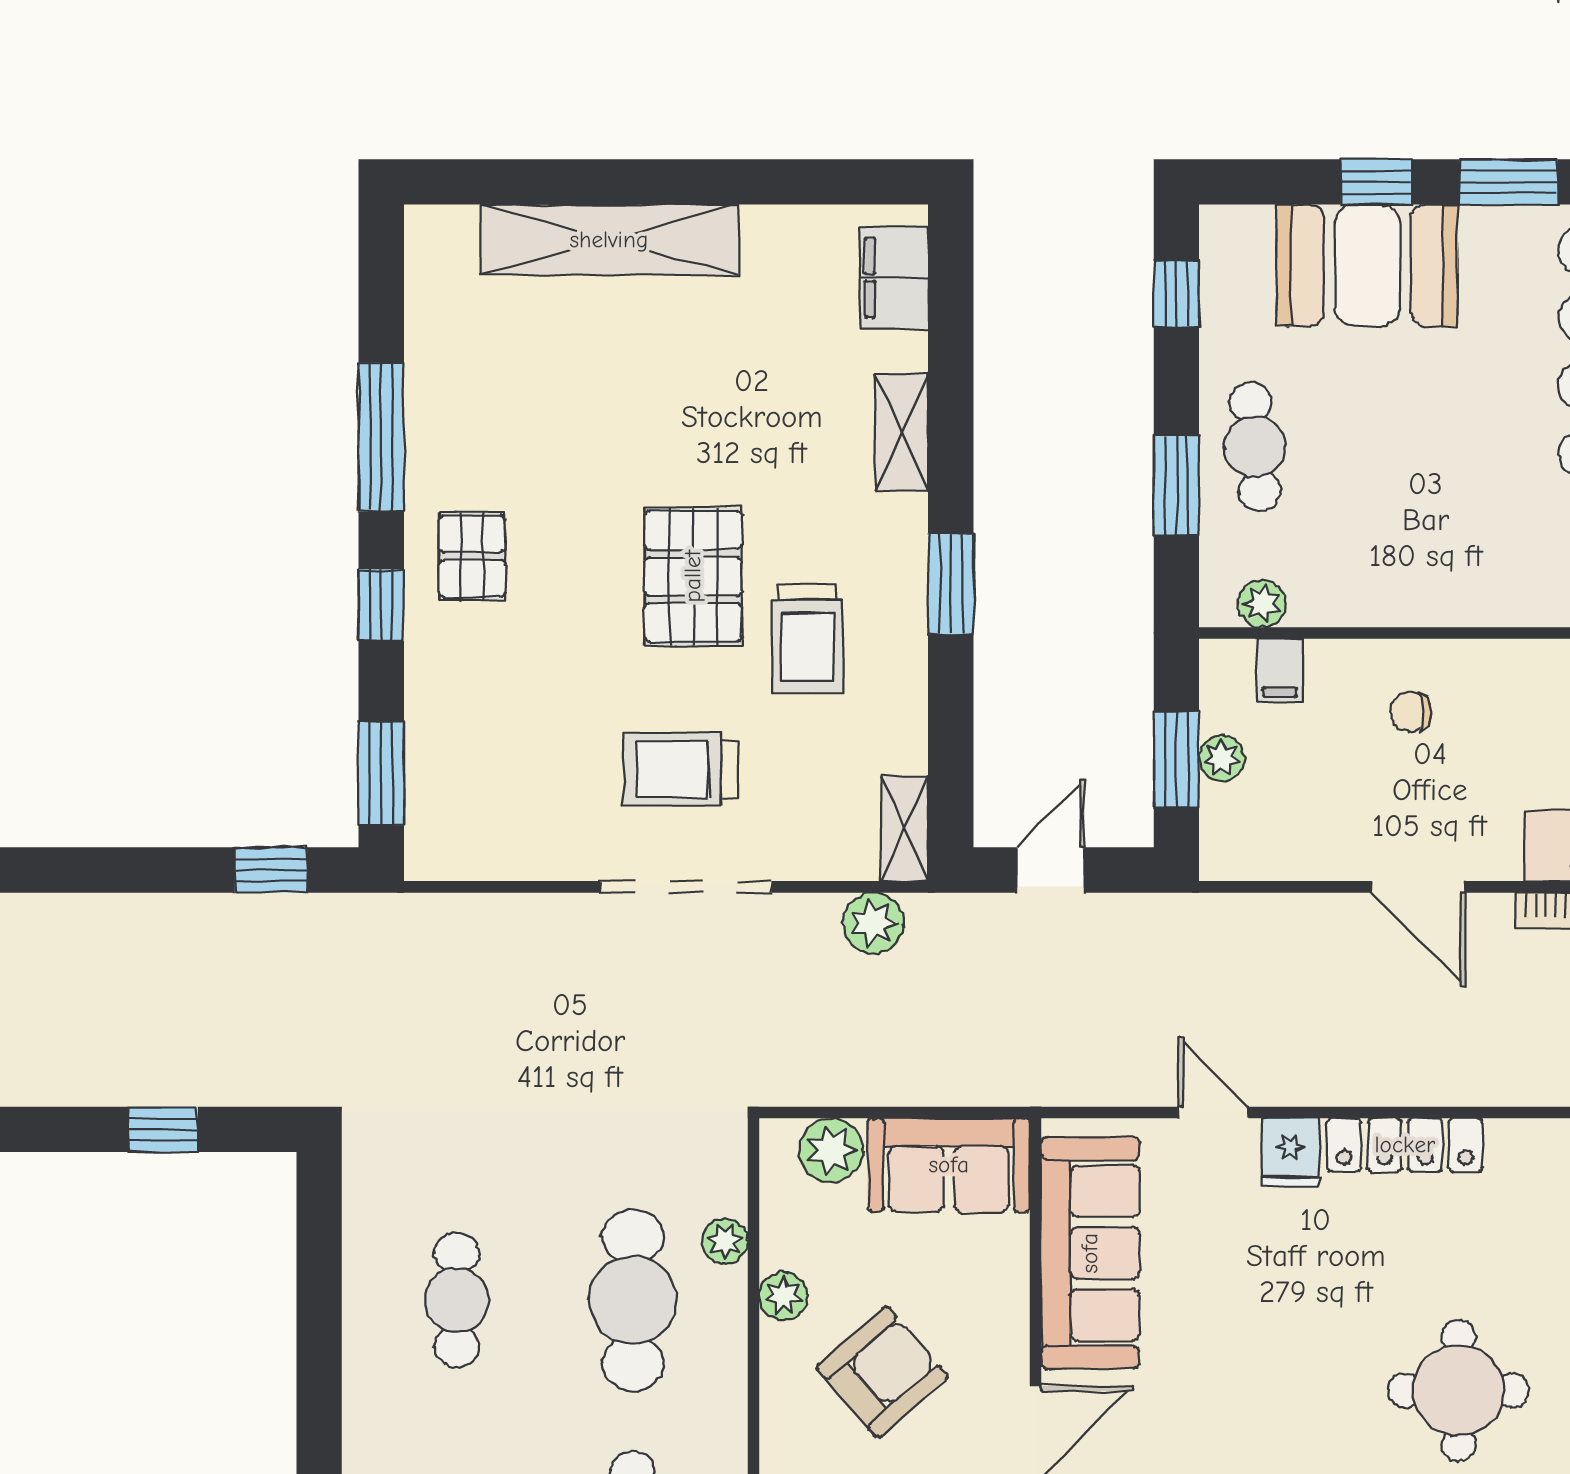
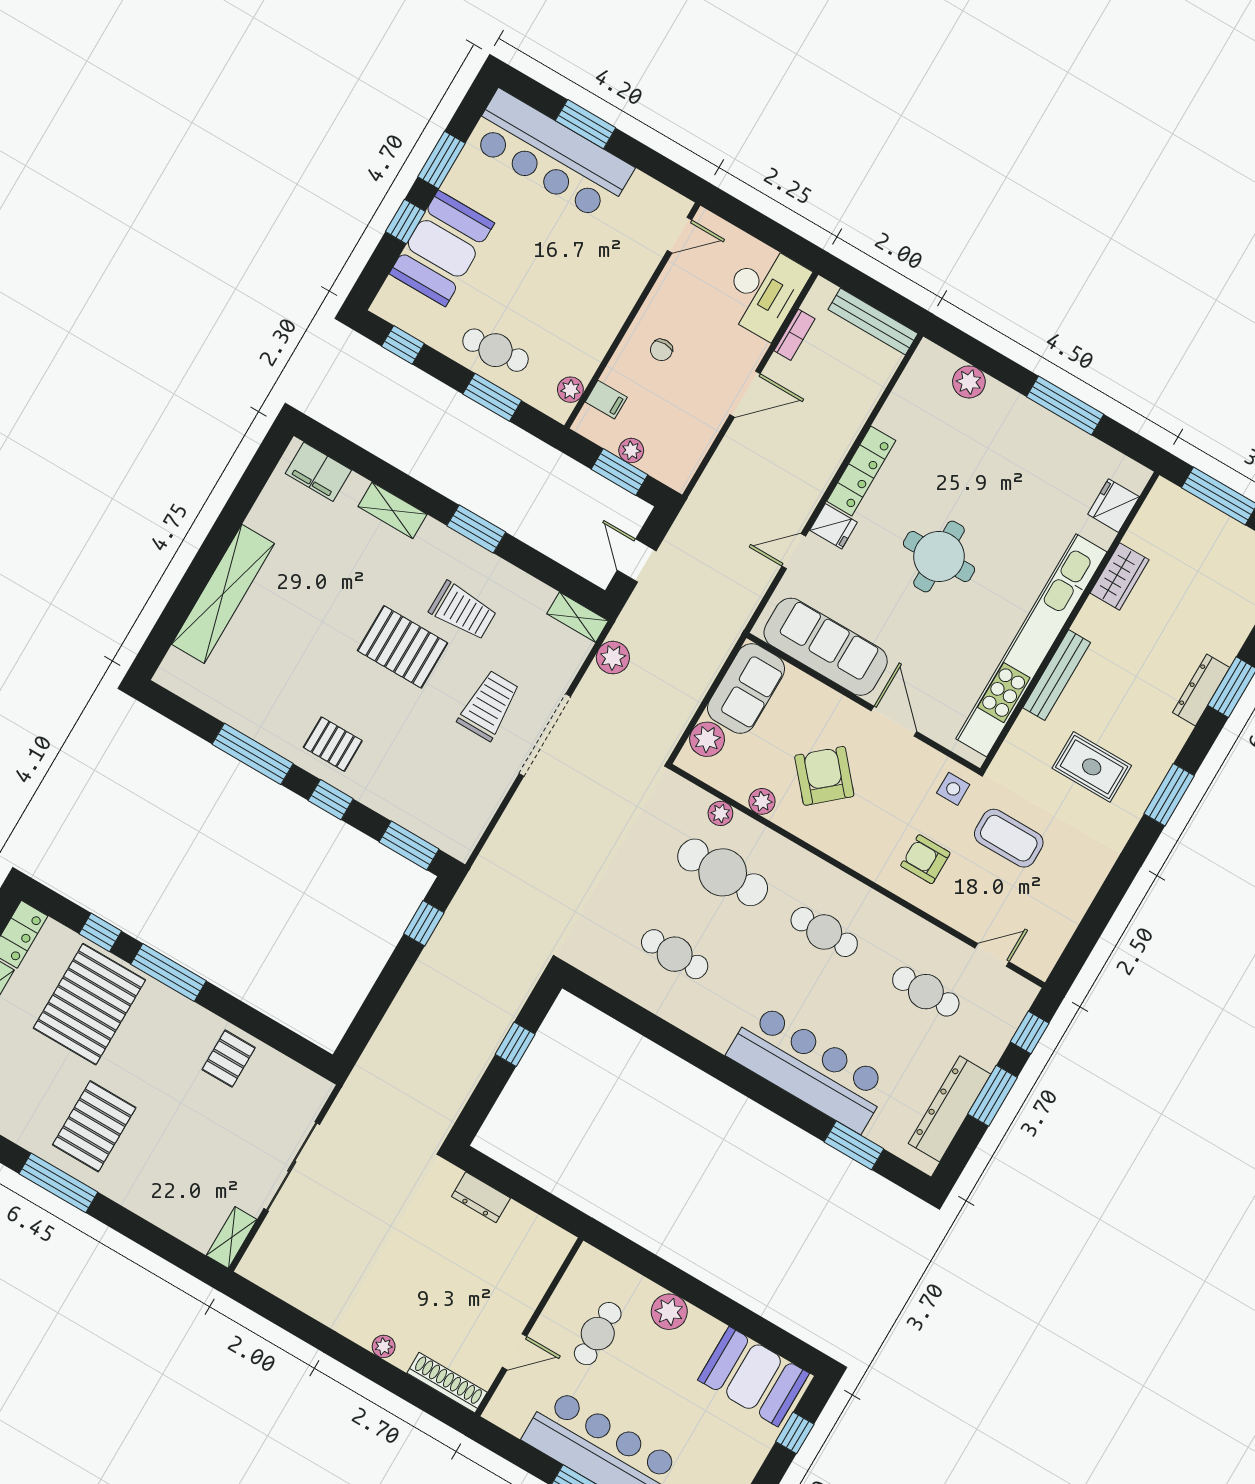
trolley: (680, 769) -> (489, 705), turned 180
round table: (1459, 1391) -> (939, 556), moved

